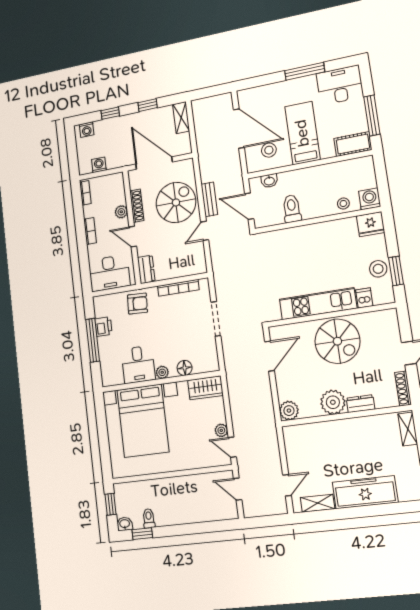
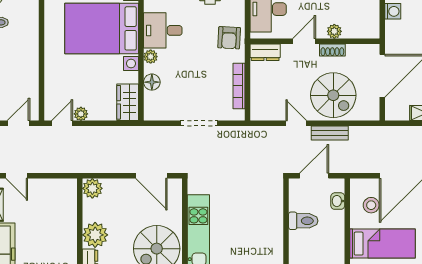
shoe rack: (137, 206) -> (332, 50), width x0.70

